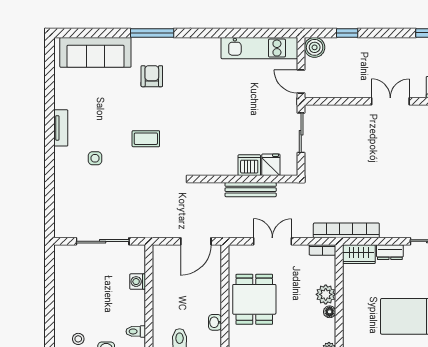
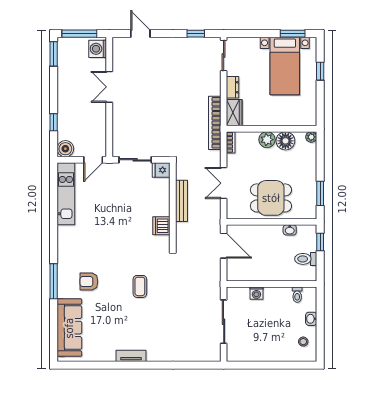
side table: (95, 158) -> (156, 328), removed
dishwasher: (249, 165) -> (161, 226), moved
fridge: (271, 165) -> (161, 170), moved
floor lamp: (330, 312) -> (285, 141), width x1.89, depth x1.89

